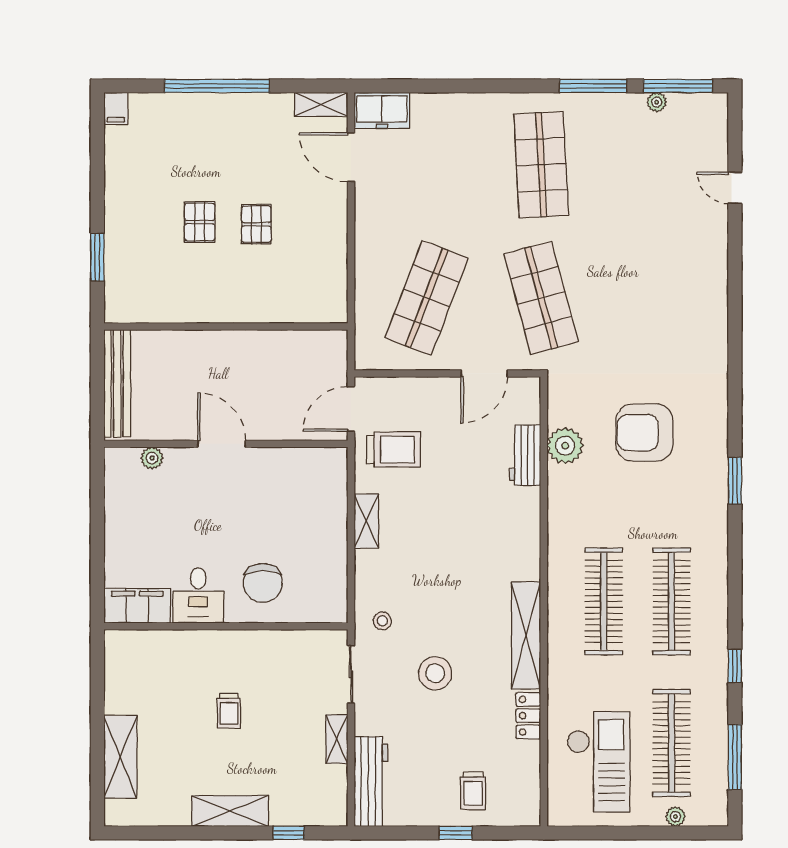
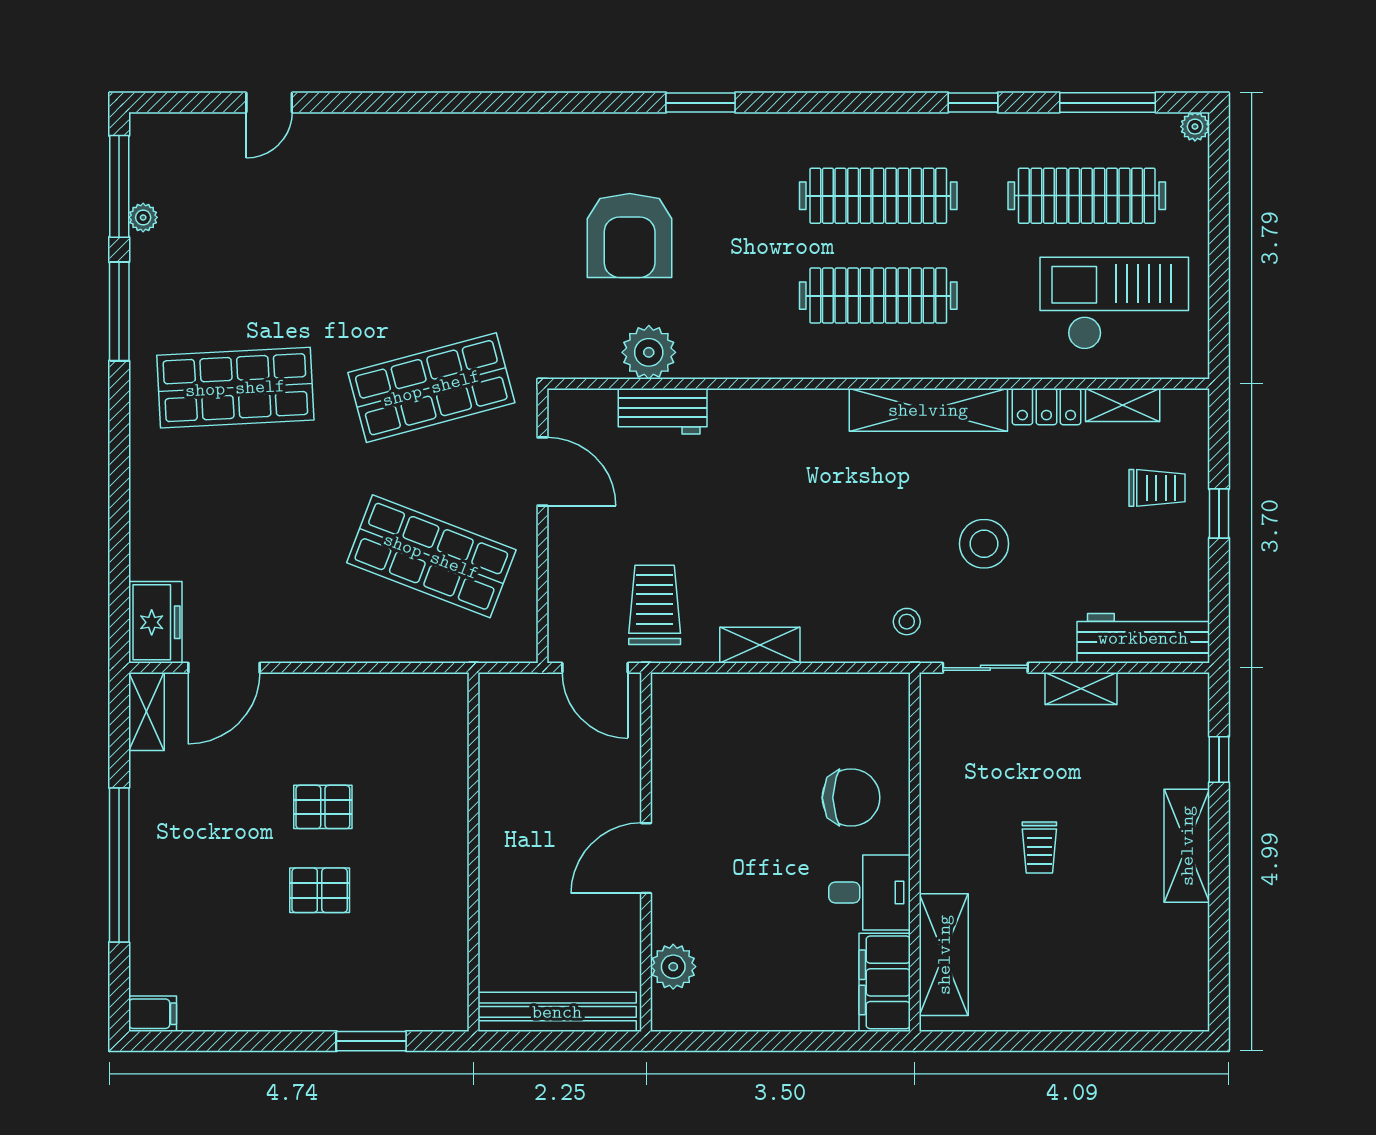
plant: (152, 458) -> (673, 967), width x1.38, depth x1.38
trolley: (229, 711) -> (1039, 847), turned 90
shelving: (120, 757) -> (944, 955), moved, turned 90
shelving: (529, 767) -> (1123, 405), added
plant: (675, 817) -> (1195, 127), moved

